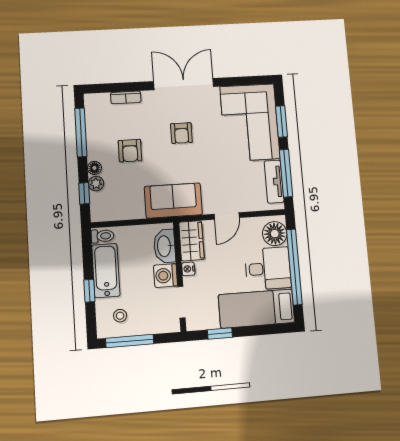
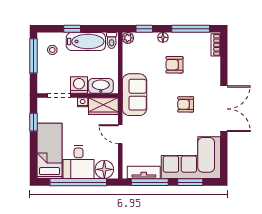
bookcase: (126, 97) -> (216, 45), moved
plant: (96, 183) -> (128, 38), moved

